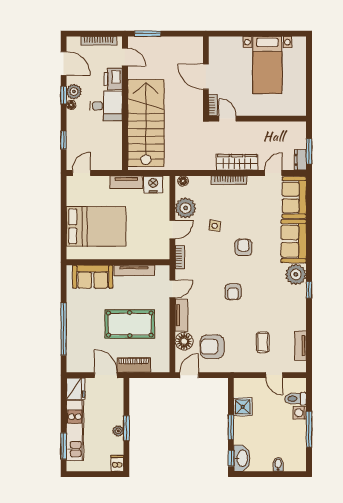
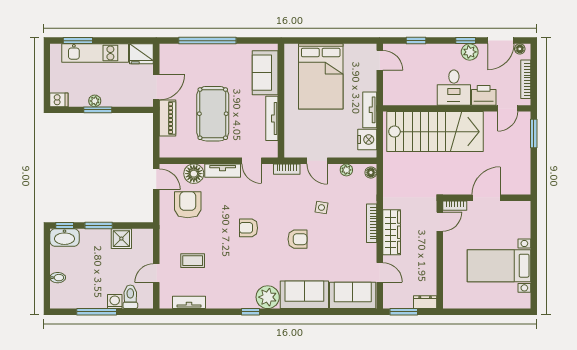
floor lamp: (71, 105) -> (520, 49), moved
dresser: (300, 160) -> (425, 302), moved
plant: (186, 208) -> (346, 170), width x0.53, depth x0.53

